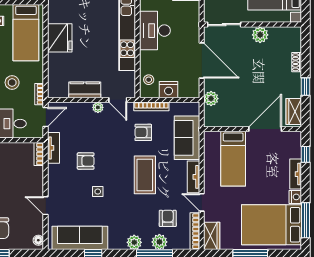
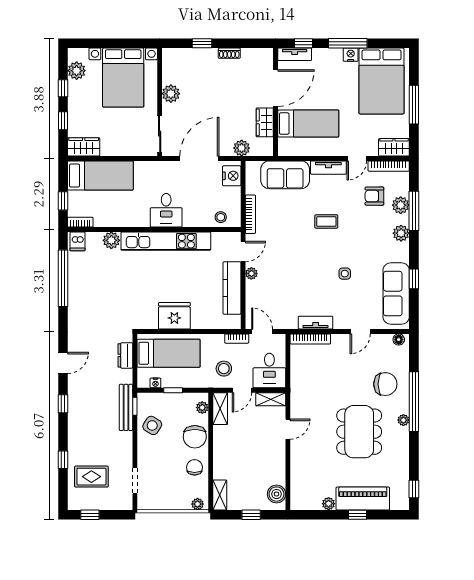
desk: (155, 31) -> (166, 210), width x0.73
shoe rack: (297, 62) -> (229, 53), moved
window: (306, 87) -> (202, 43), moved
kitchen counter: (85, 90) -> (232, 288), width x1.50
nightstand: (169, 90) -> (232, 176), moved
wardrobe: (294, 111) -> (265, 122), moved, turned 90
door: (265, 129) -> (276, 88), swing flipped
armchair: (143, 132) -> (279, 223), removed
tv unit: (53, 148) -> (316, 323), moved
bookcase: (39, 154) -> (310, 339), width x1.56
armchair: (86, 161) -> (311, 287), removed
tv unit: (296, 174) -> (295, 54), moved
coffee table: (145, 175) -> (326, 222), width x0.54, depth x0.58
window: (306, 220) -> (348, 43), moved

